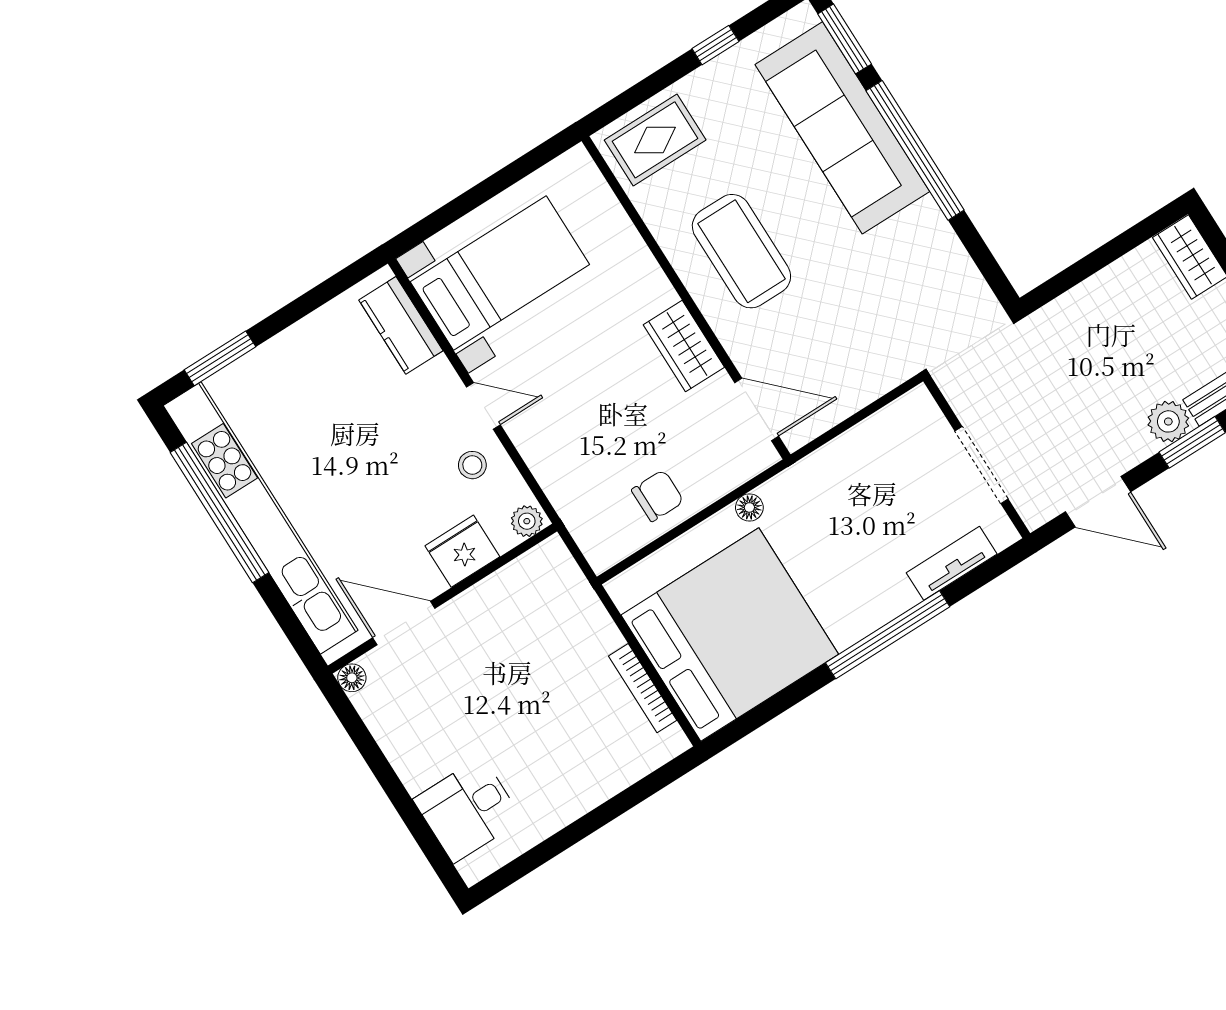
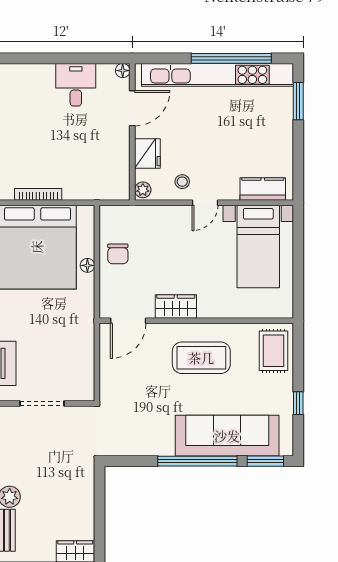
floor lamp: (749, 507) -> (87, 265), moved
desk: (468, 810) -> (76, 85), moved

